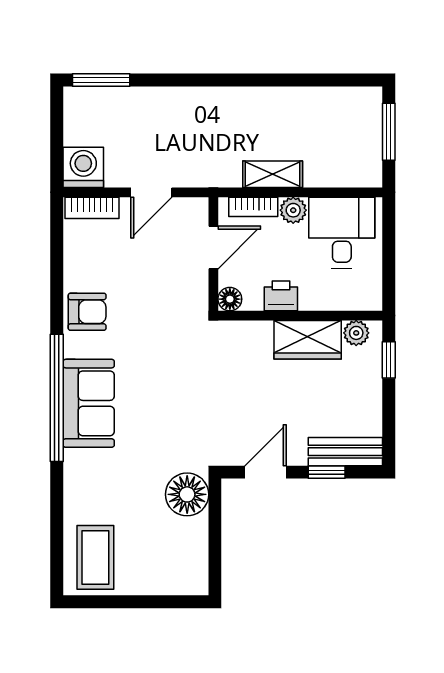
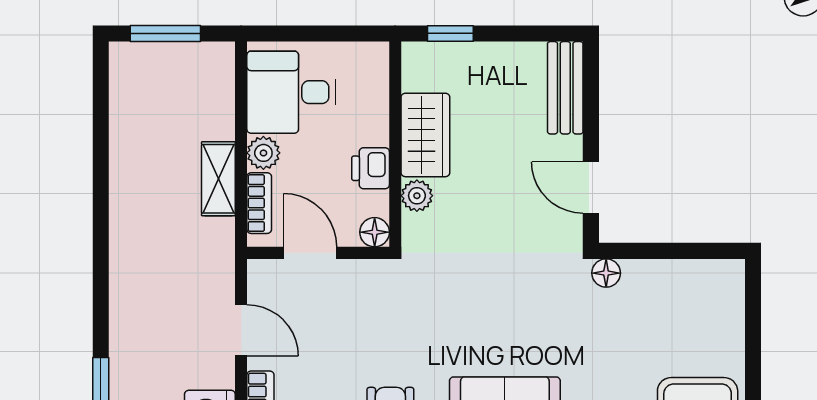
plant: (356, 333) -> (417, 196), moved
window: (327, 472) -> (591, 111), removed
floor lamp: (187, 494) -> (606, 273), width x0.53, depth x0.53

